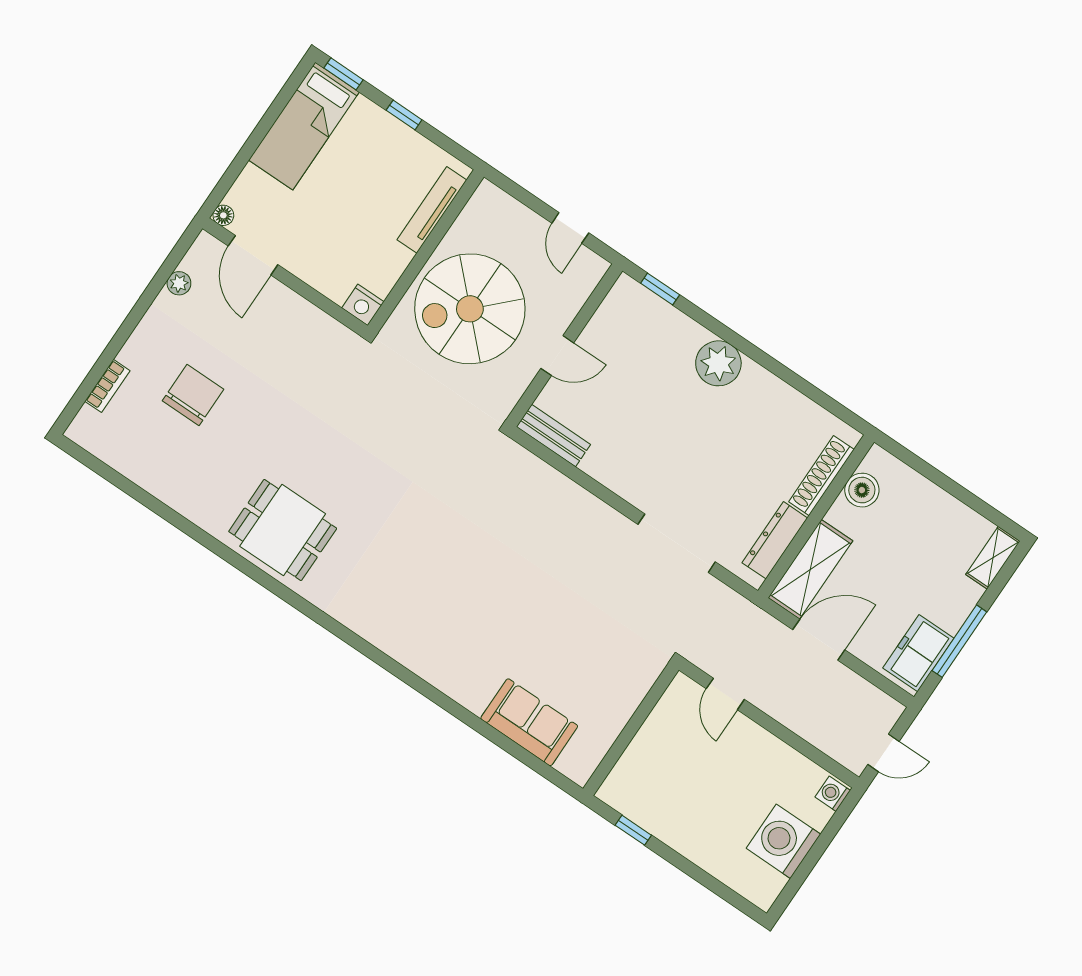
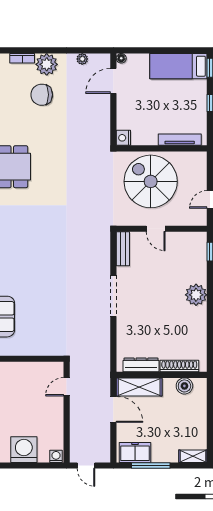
plant: (146, 351) -> (47, 64), added
chair: (193, 395) -> (42, 95), turned 180
doorway: (677, 543) -> (113, 296), moved

